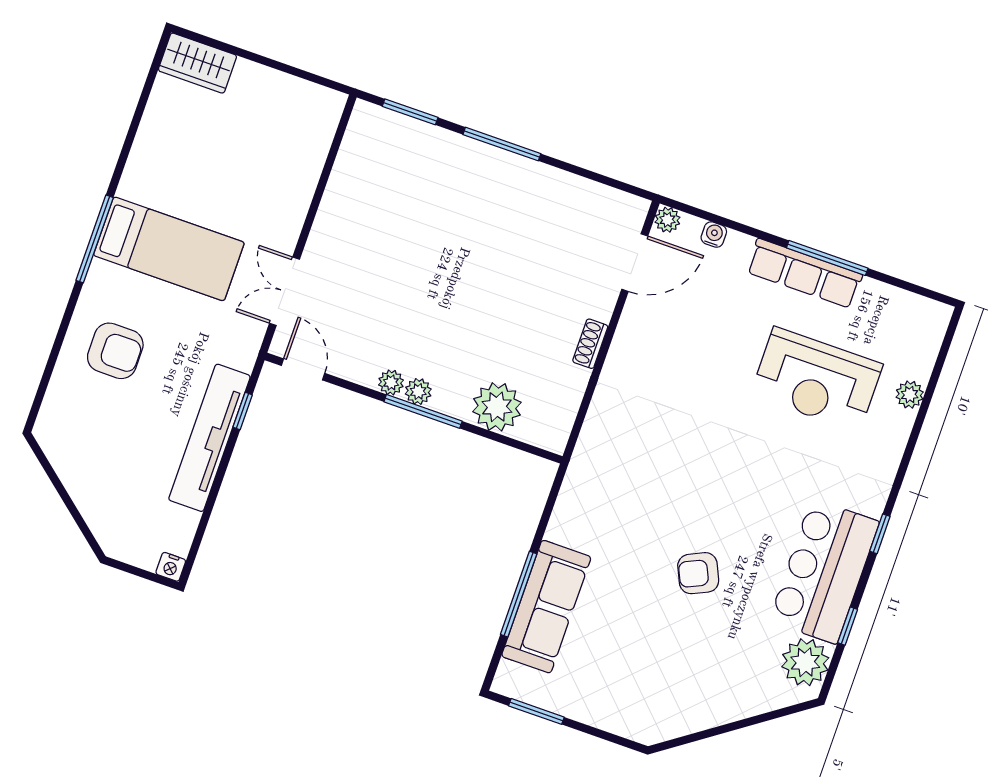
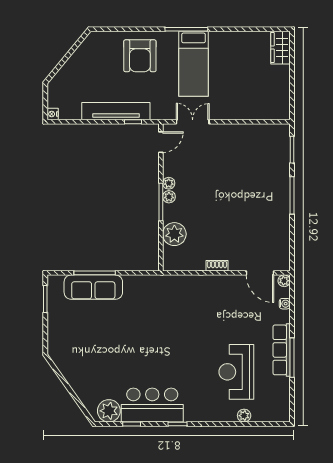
armchair: (115, 351) -> (140, 56), width x1.36, depth x1.36
armchair: (698, 573) -> (132, 349), removed

